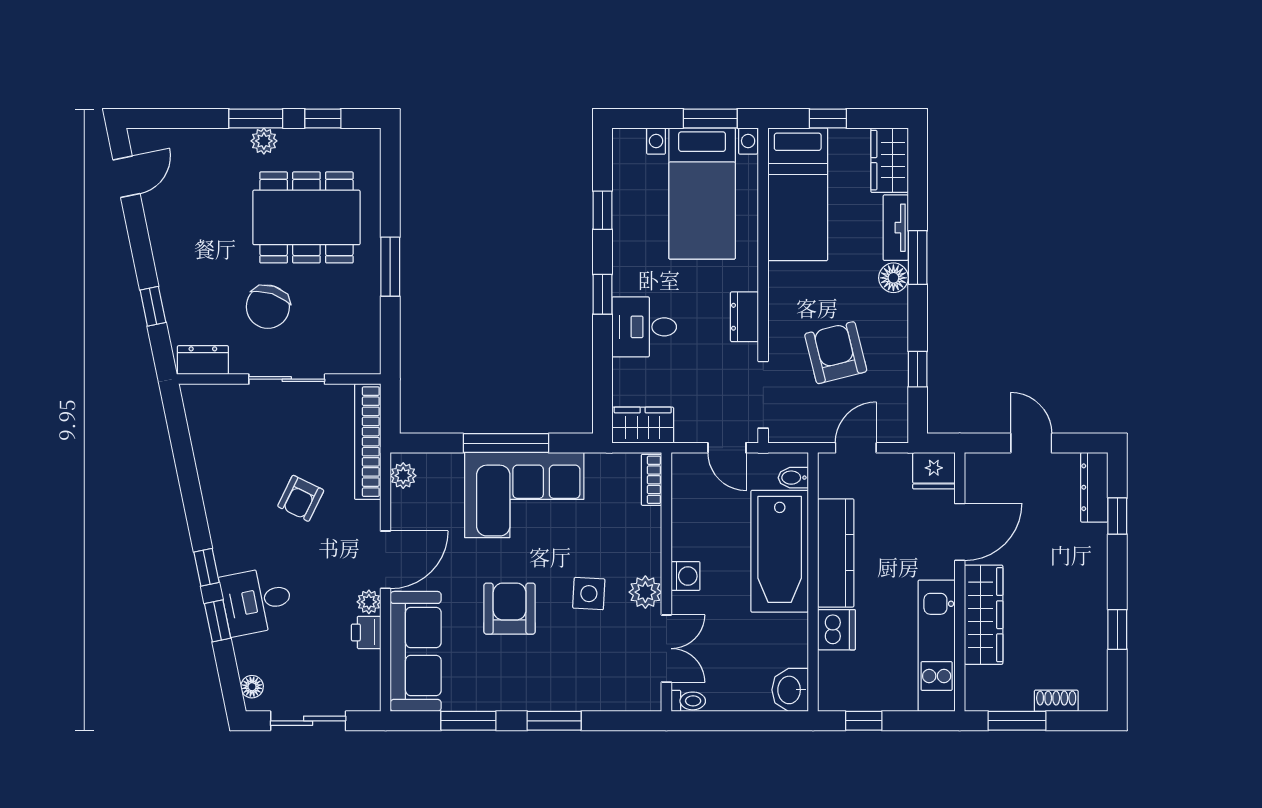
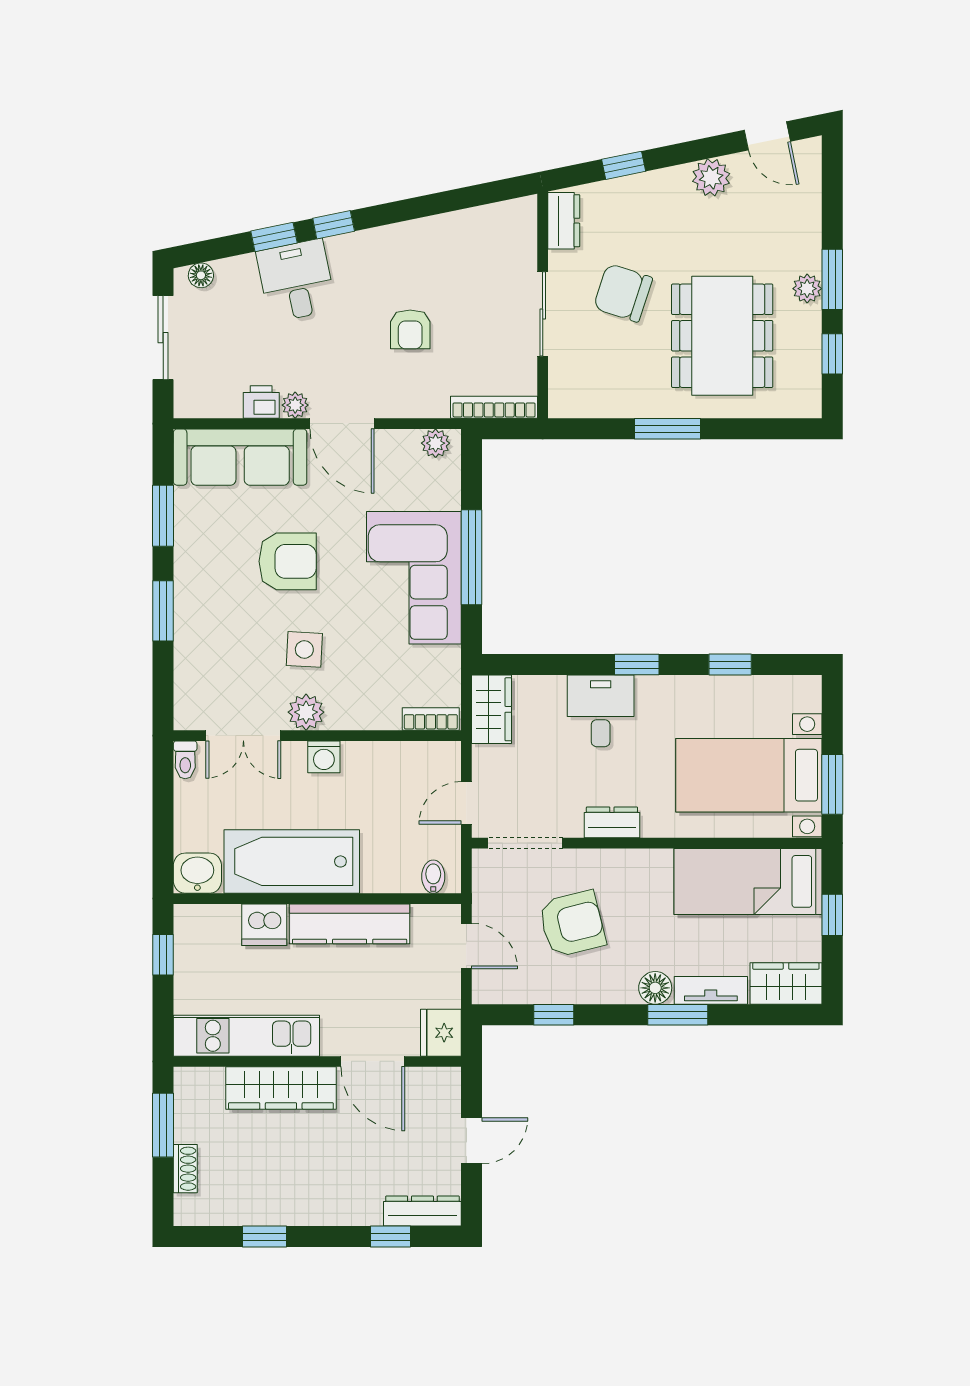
plant: (164, 227) -> (711, 177), added
bookcase: (368, 442) -> (494, 407), width x0.68, depth x0.76
armchair: (301, 498) -> (410, 329), turned -116
bathtub: (780, 551) -> (292, 861), moved

